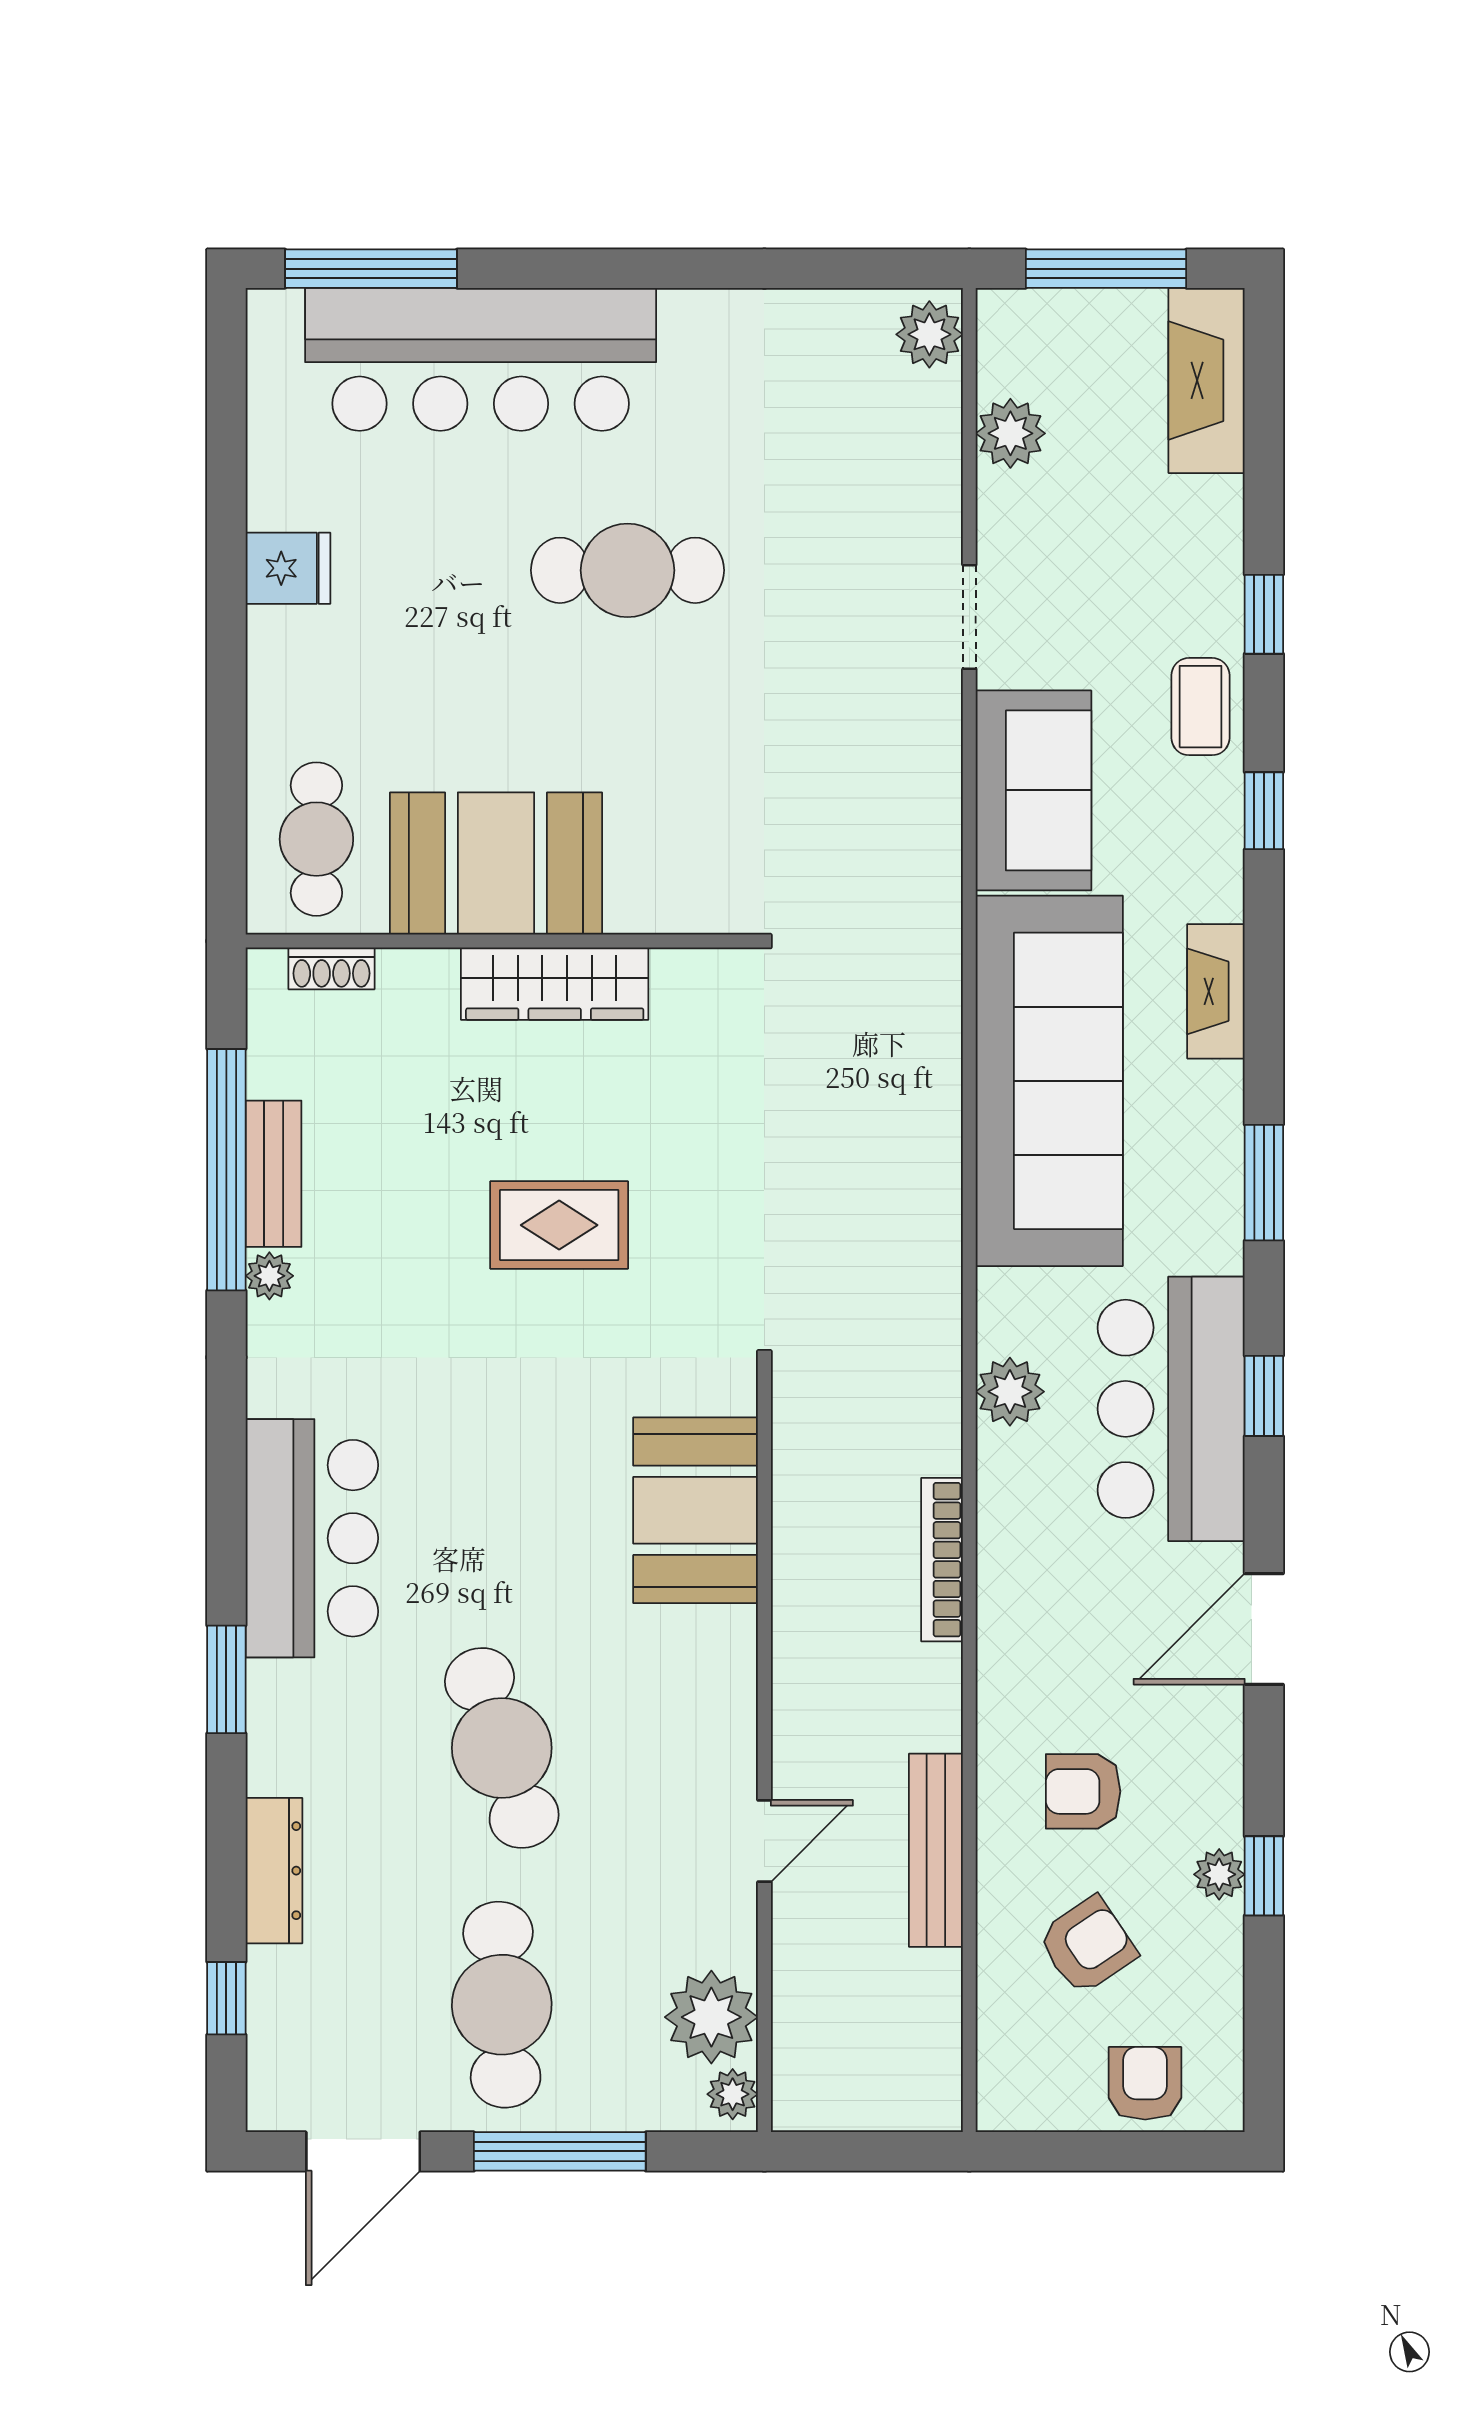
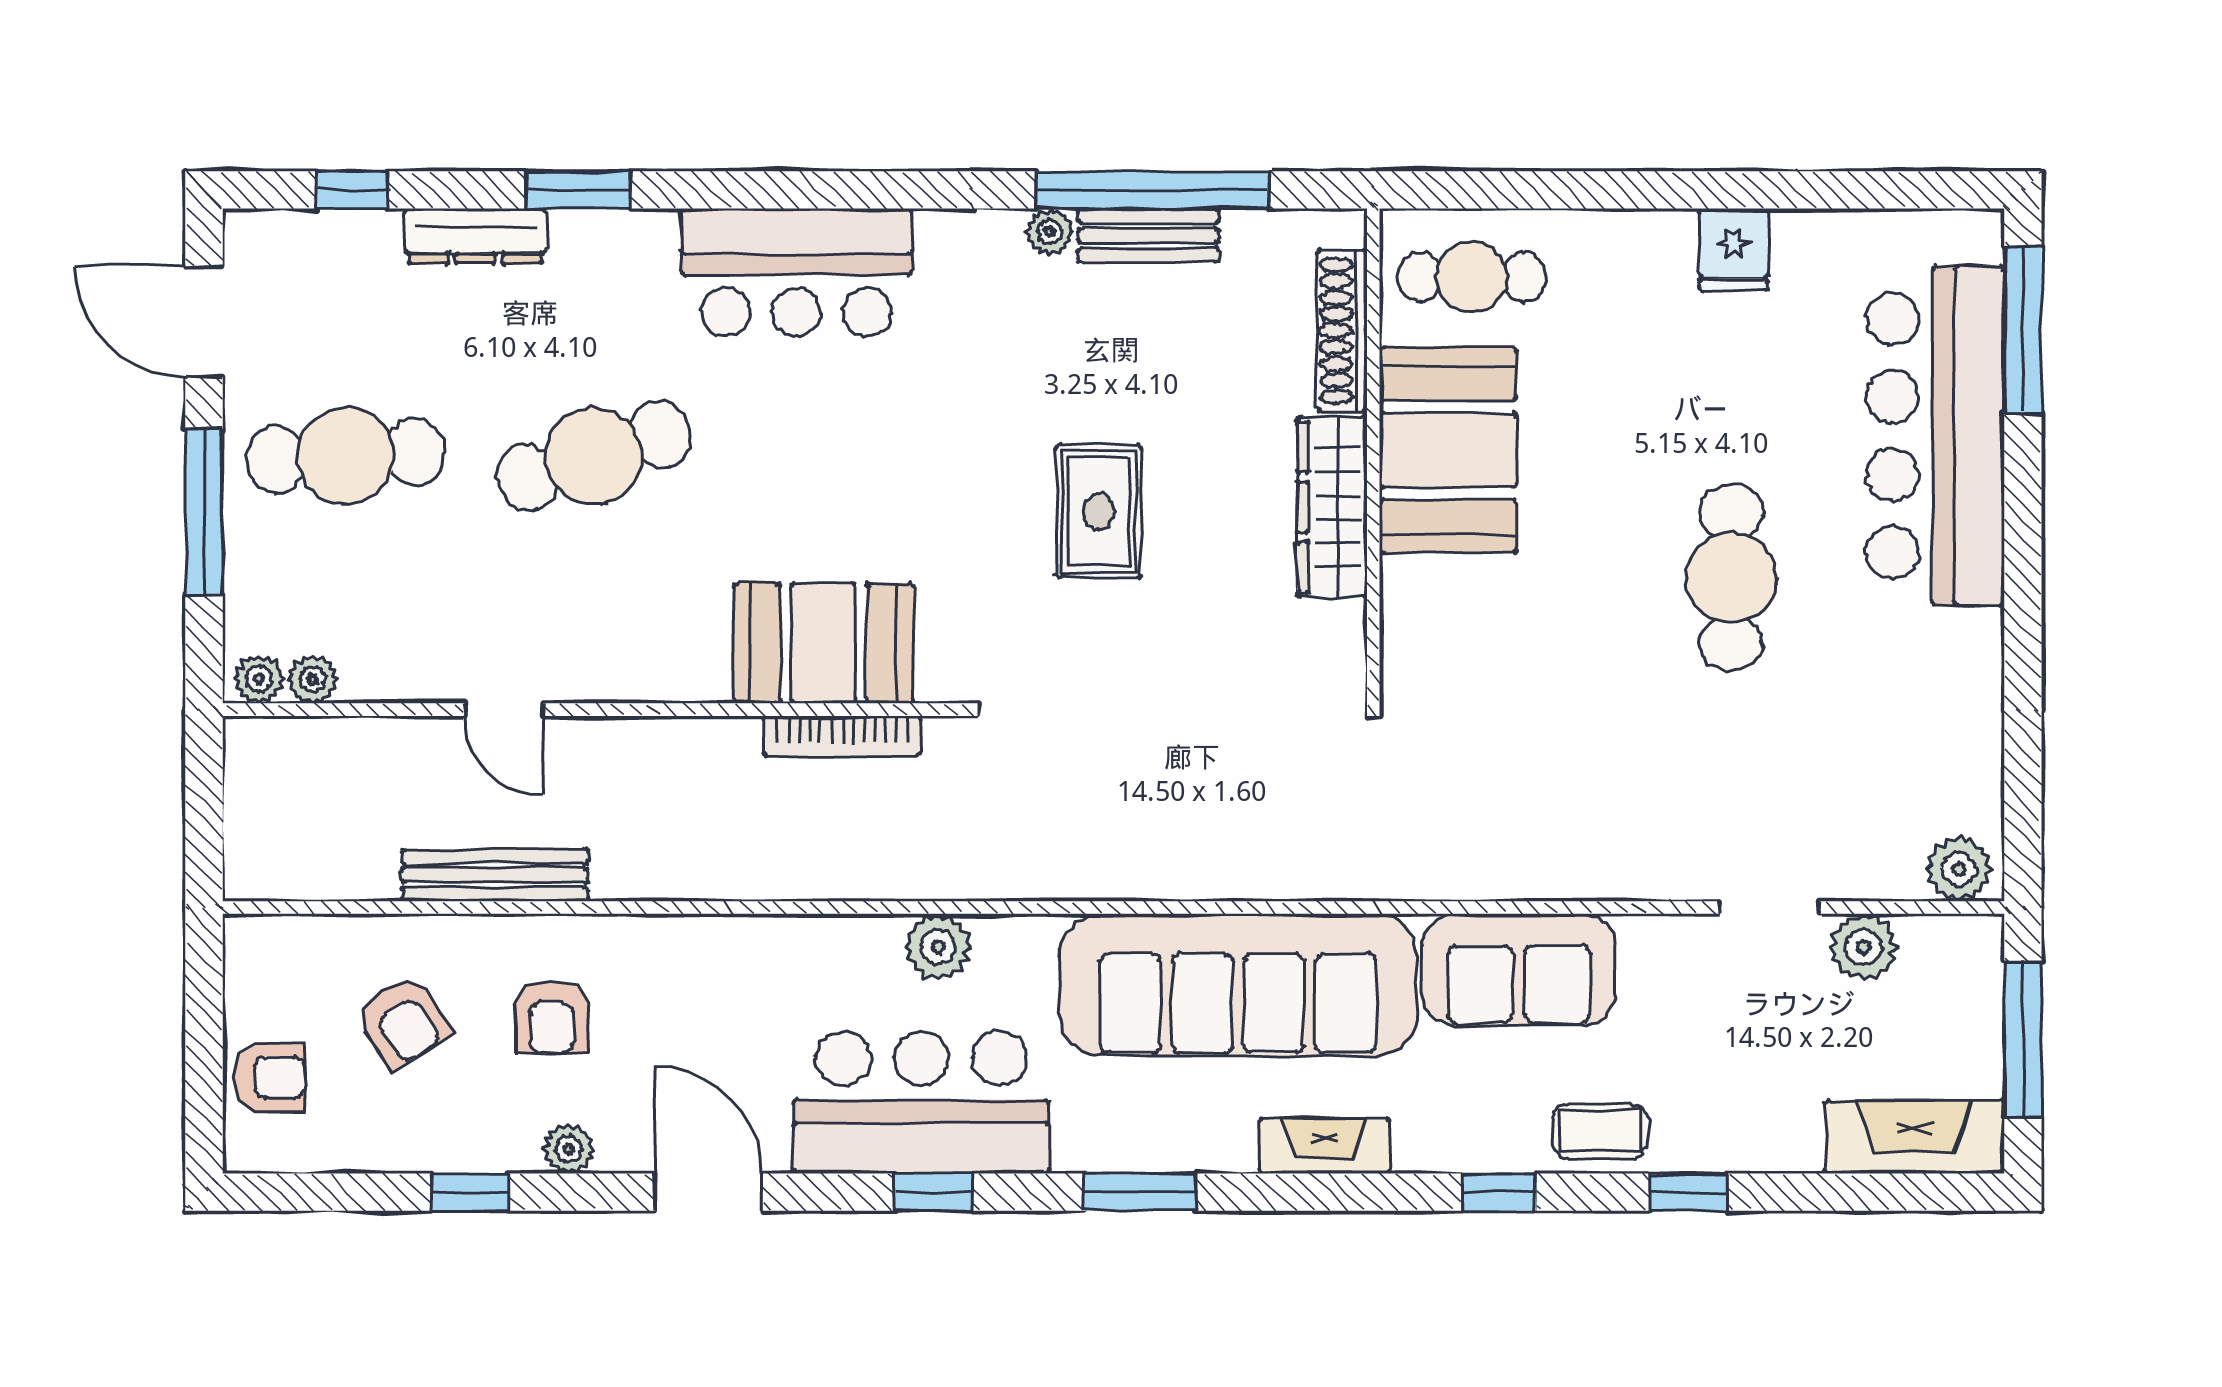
doorway: (969, 617) -> (1769, 908), moved
shoe rack: (332, 968) -> (1342, 331), width x1.94, depth x1.24
bookcase: (942, 1560) -> (842, 736), moved, turned 180
window: (226, 1679) -> (579, 190), moved
armchair: (1083, 1791) -> (552, 1017), turned 180
plant: (1219, 1874) -> (569, 1149), moved
plant: (711, 2017) -> (313, 679), width x0.53, depth x0.53

